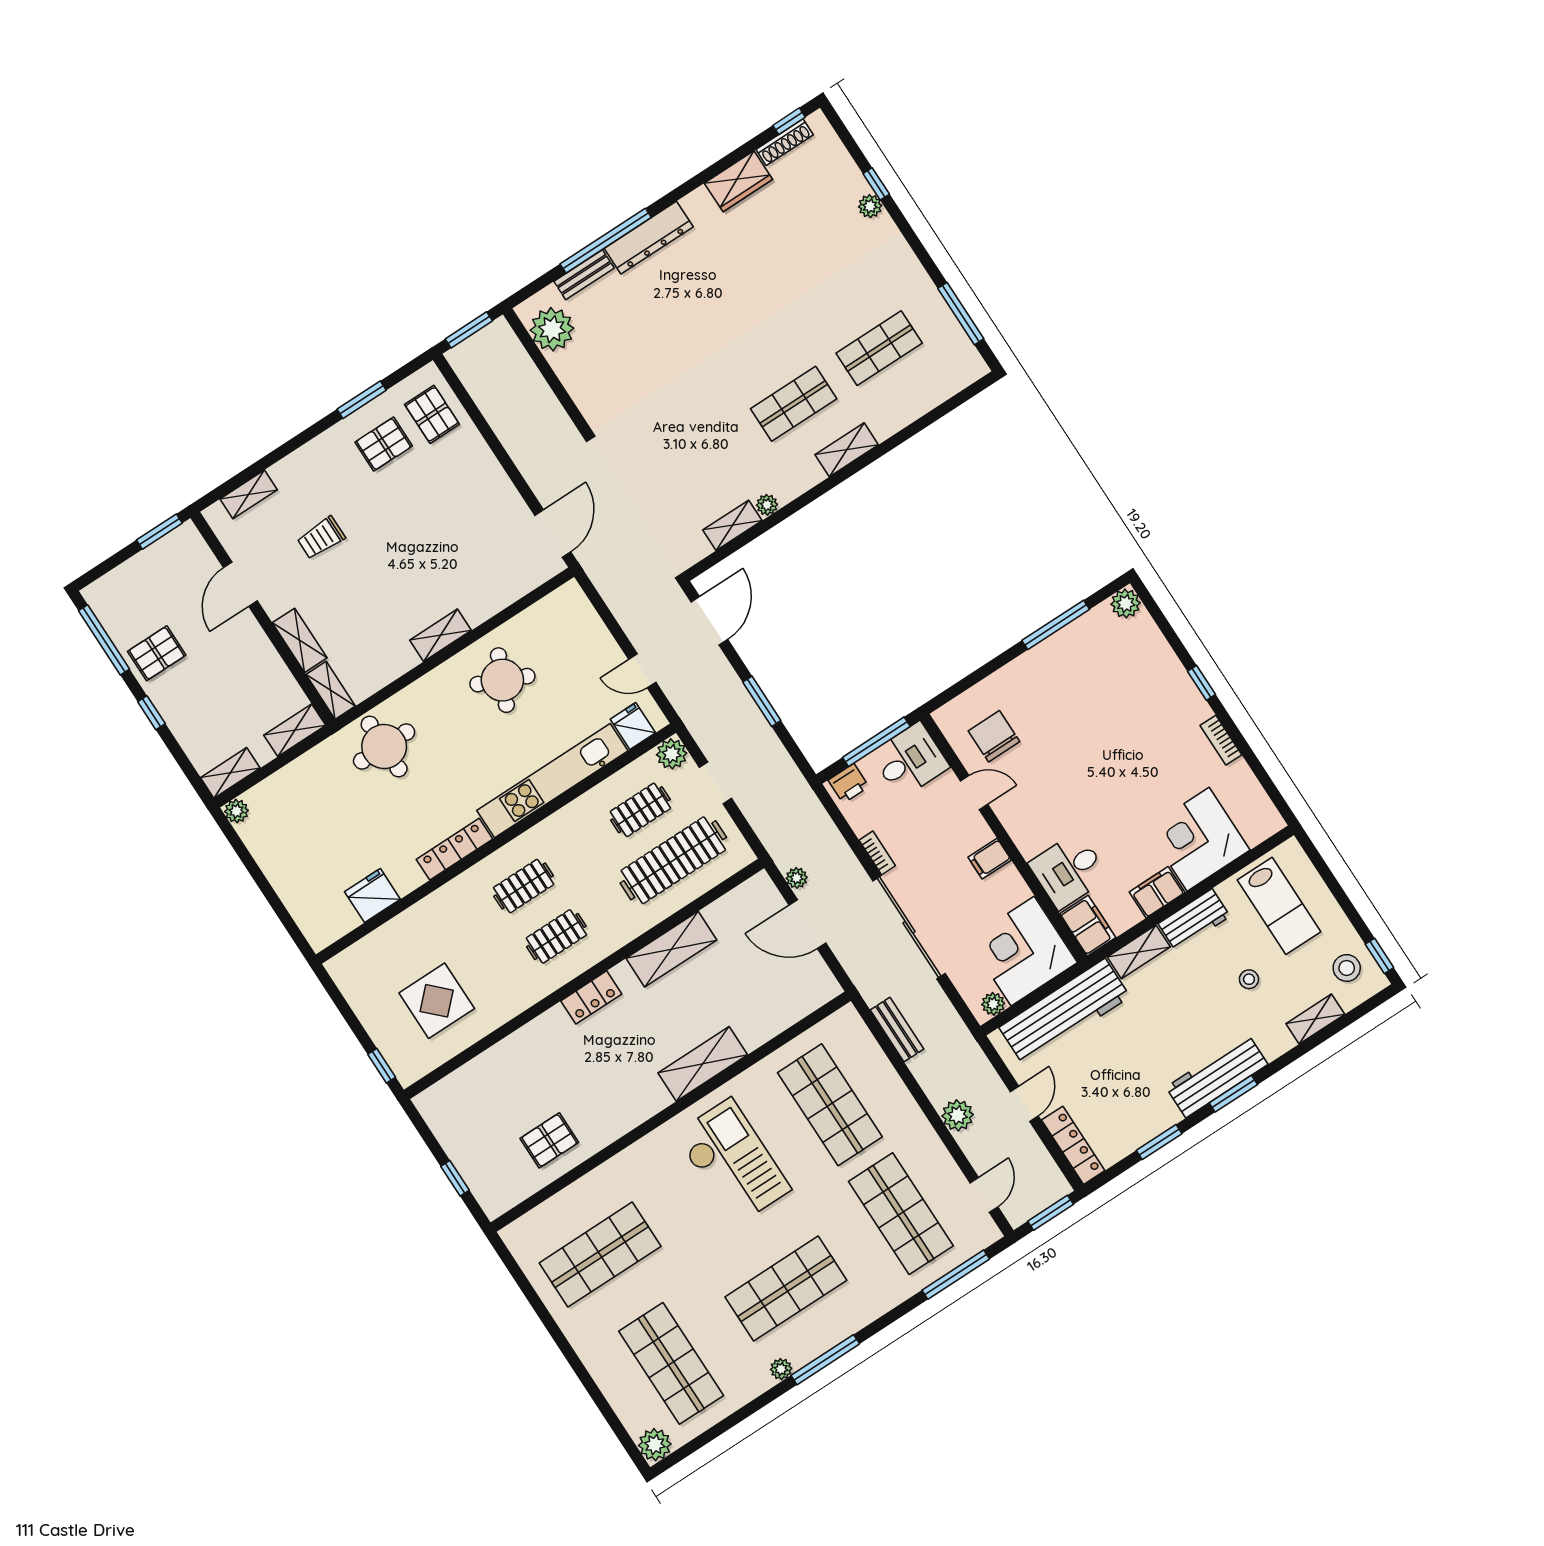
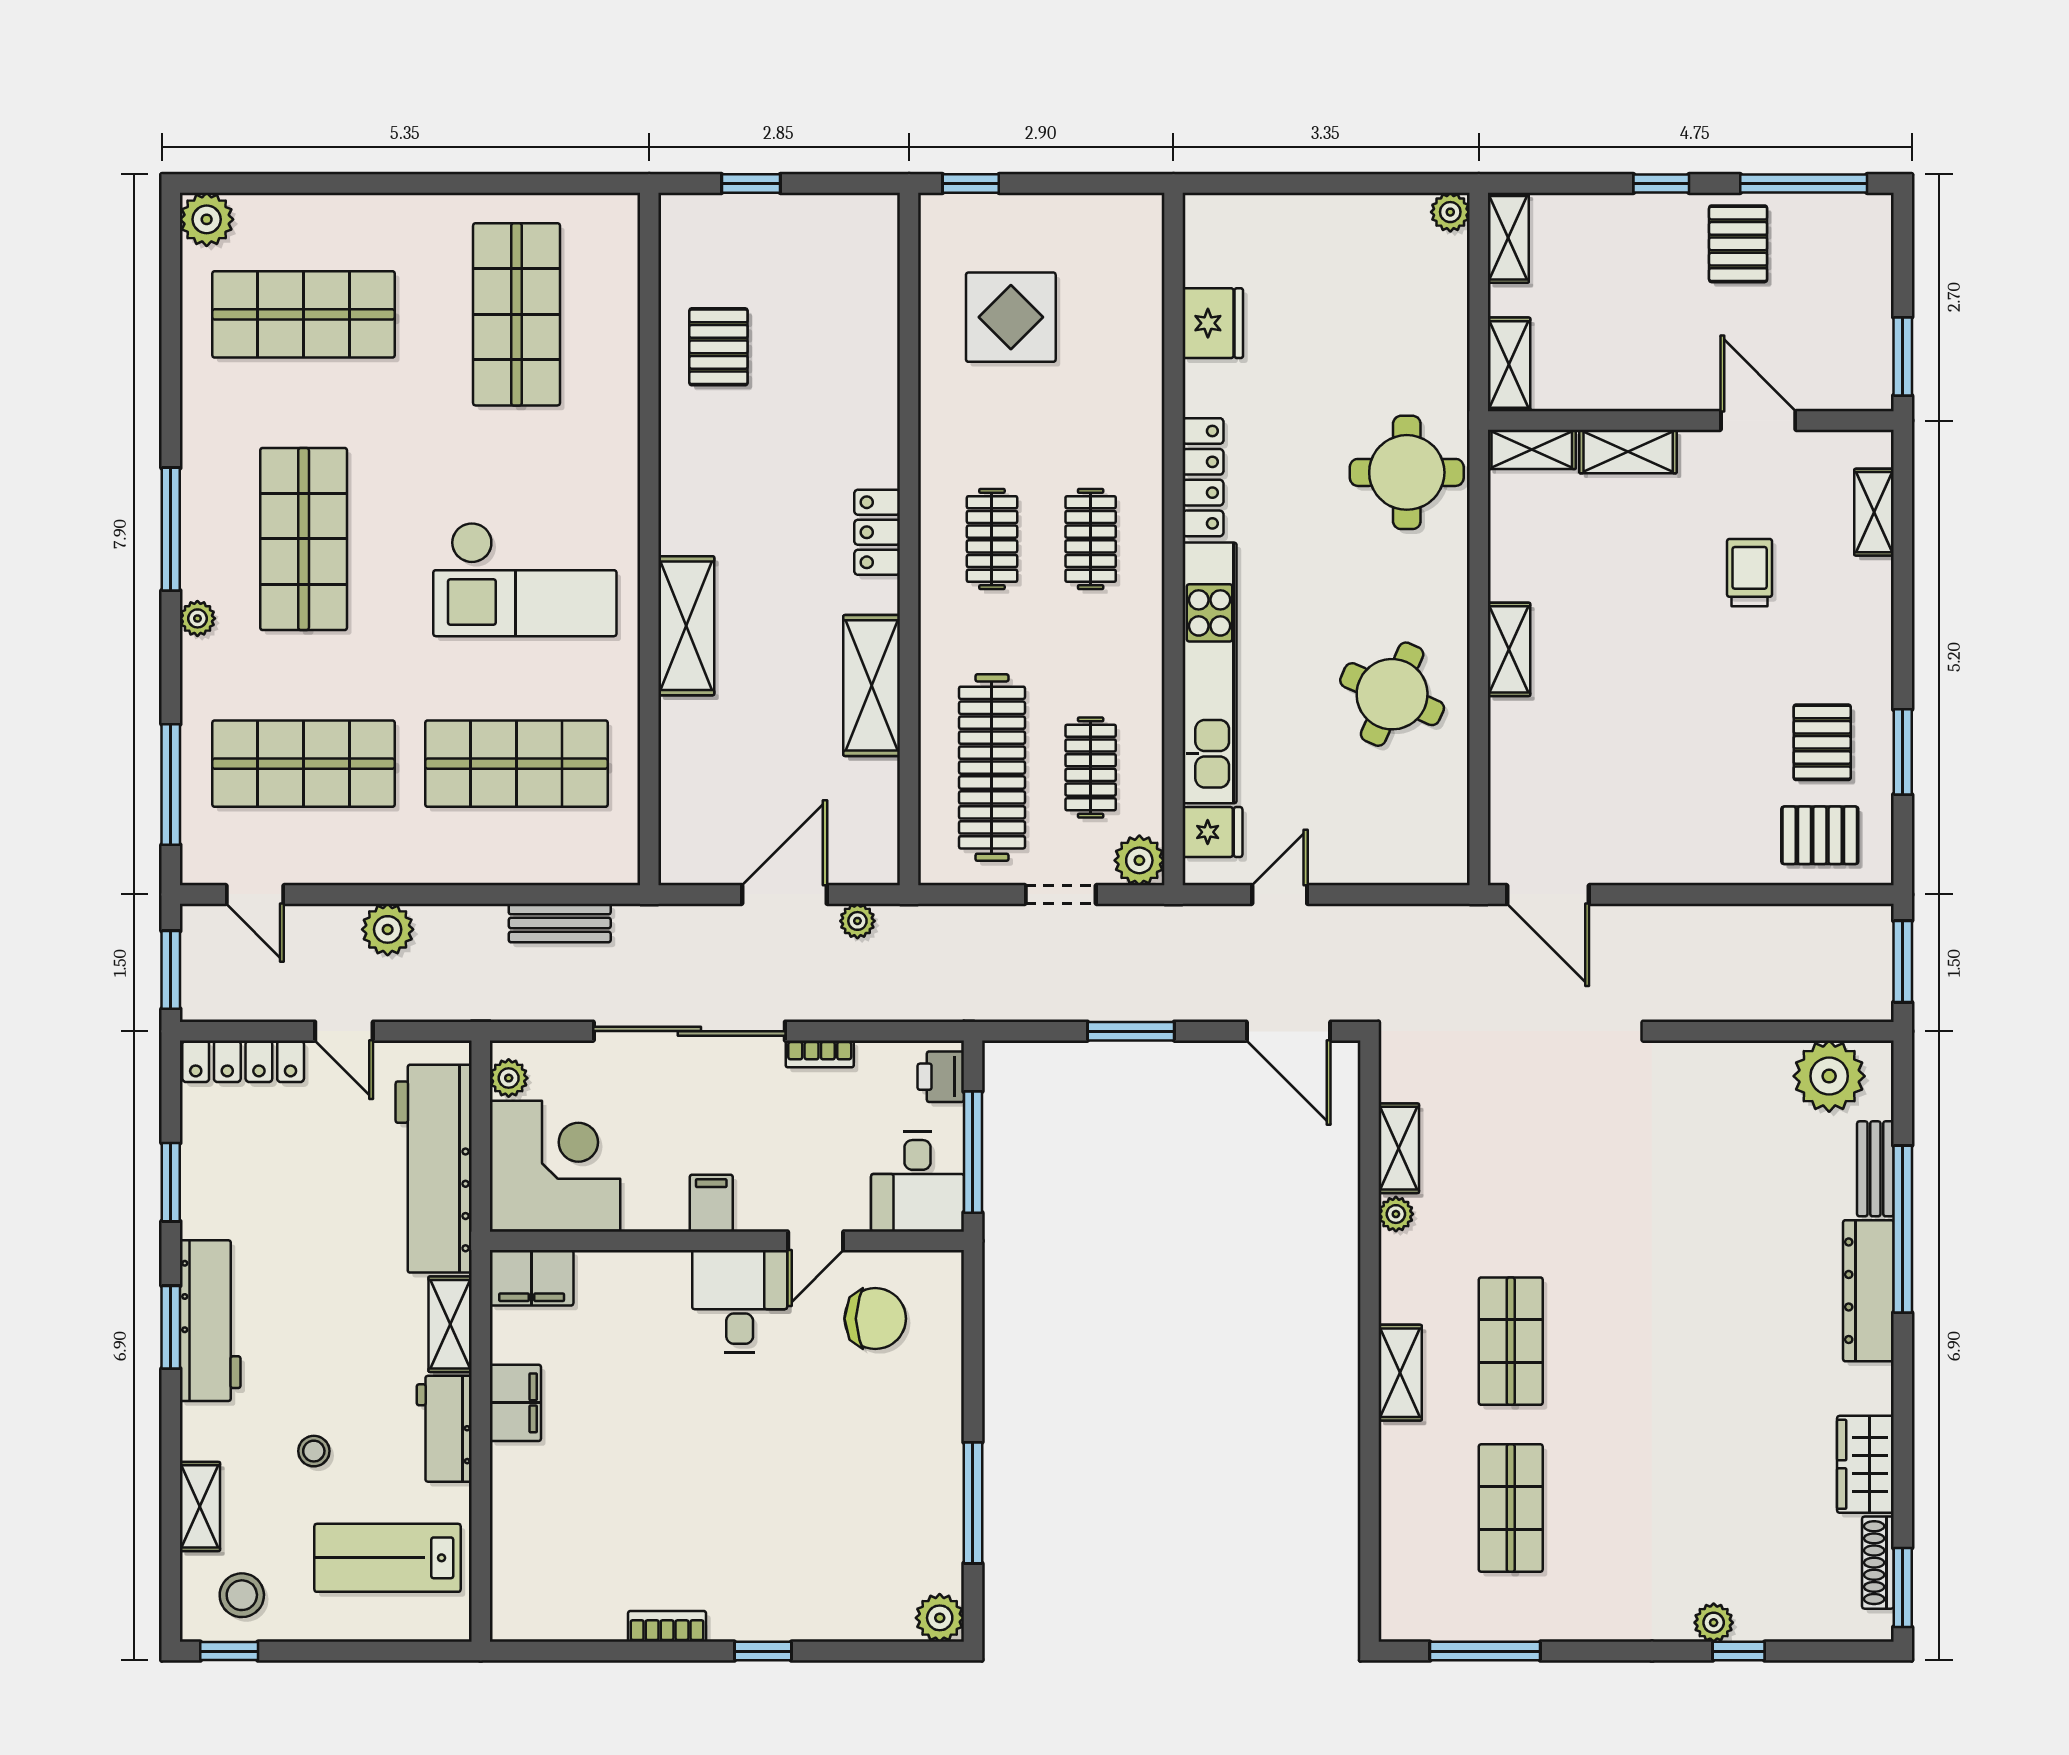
window: (789, 121) -> (1903, 1587), width x1.50
corner desk: (1198, 839) -> (551, 1506), removed
desk: (1069, 870) -> (740, 1301), moved
plant: (781, 1369) -> (197, 618), moved

